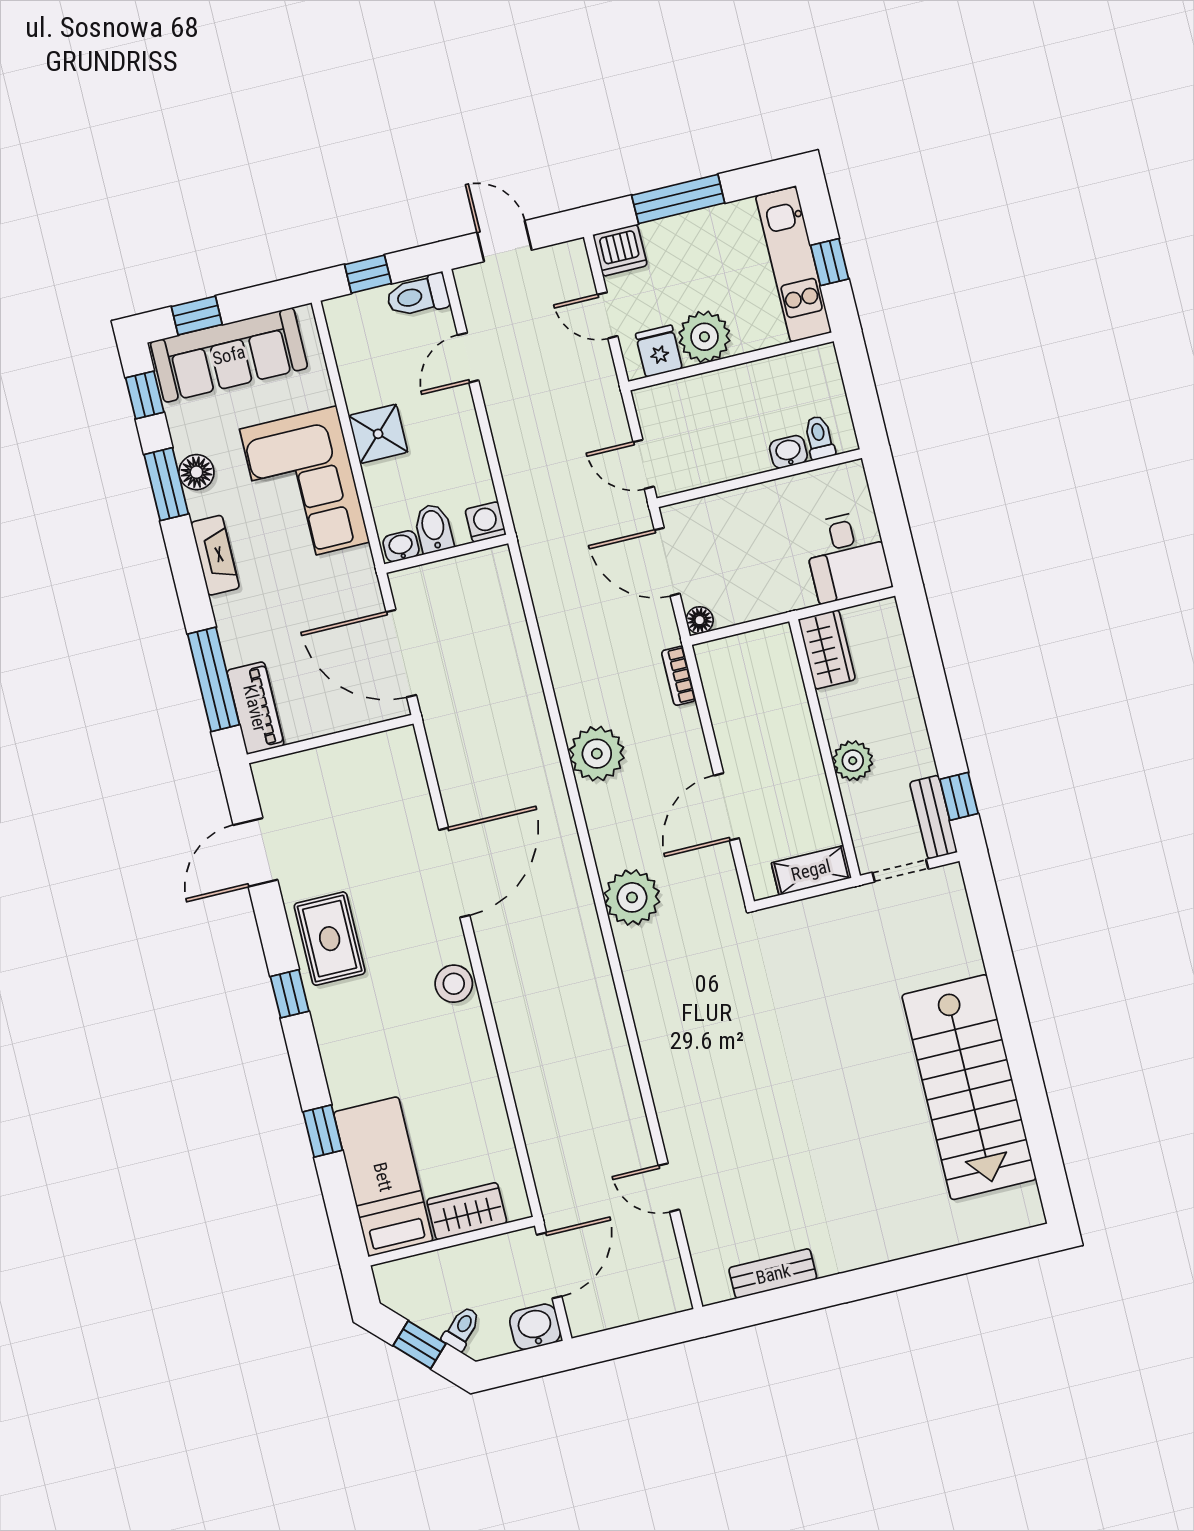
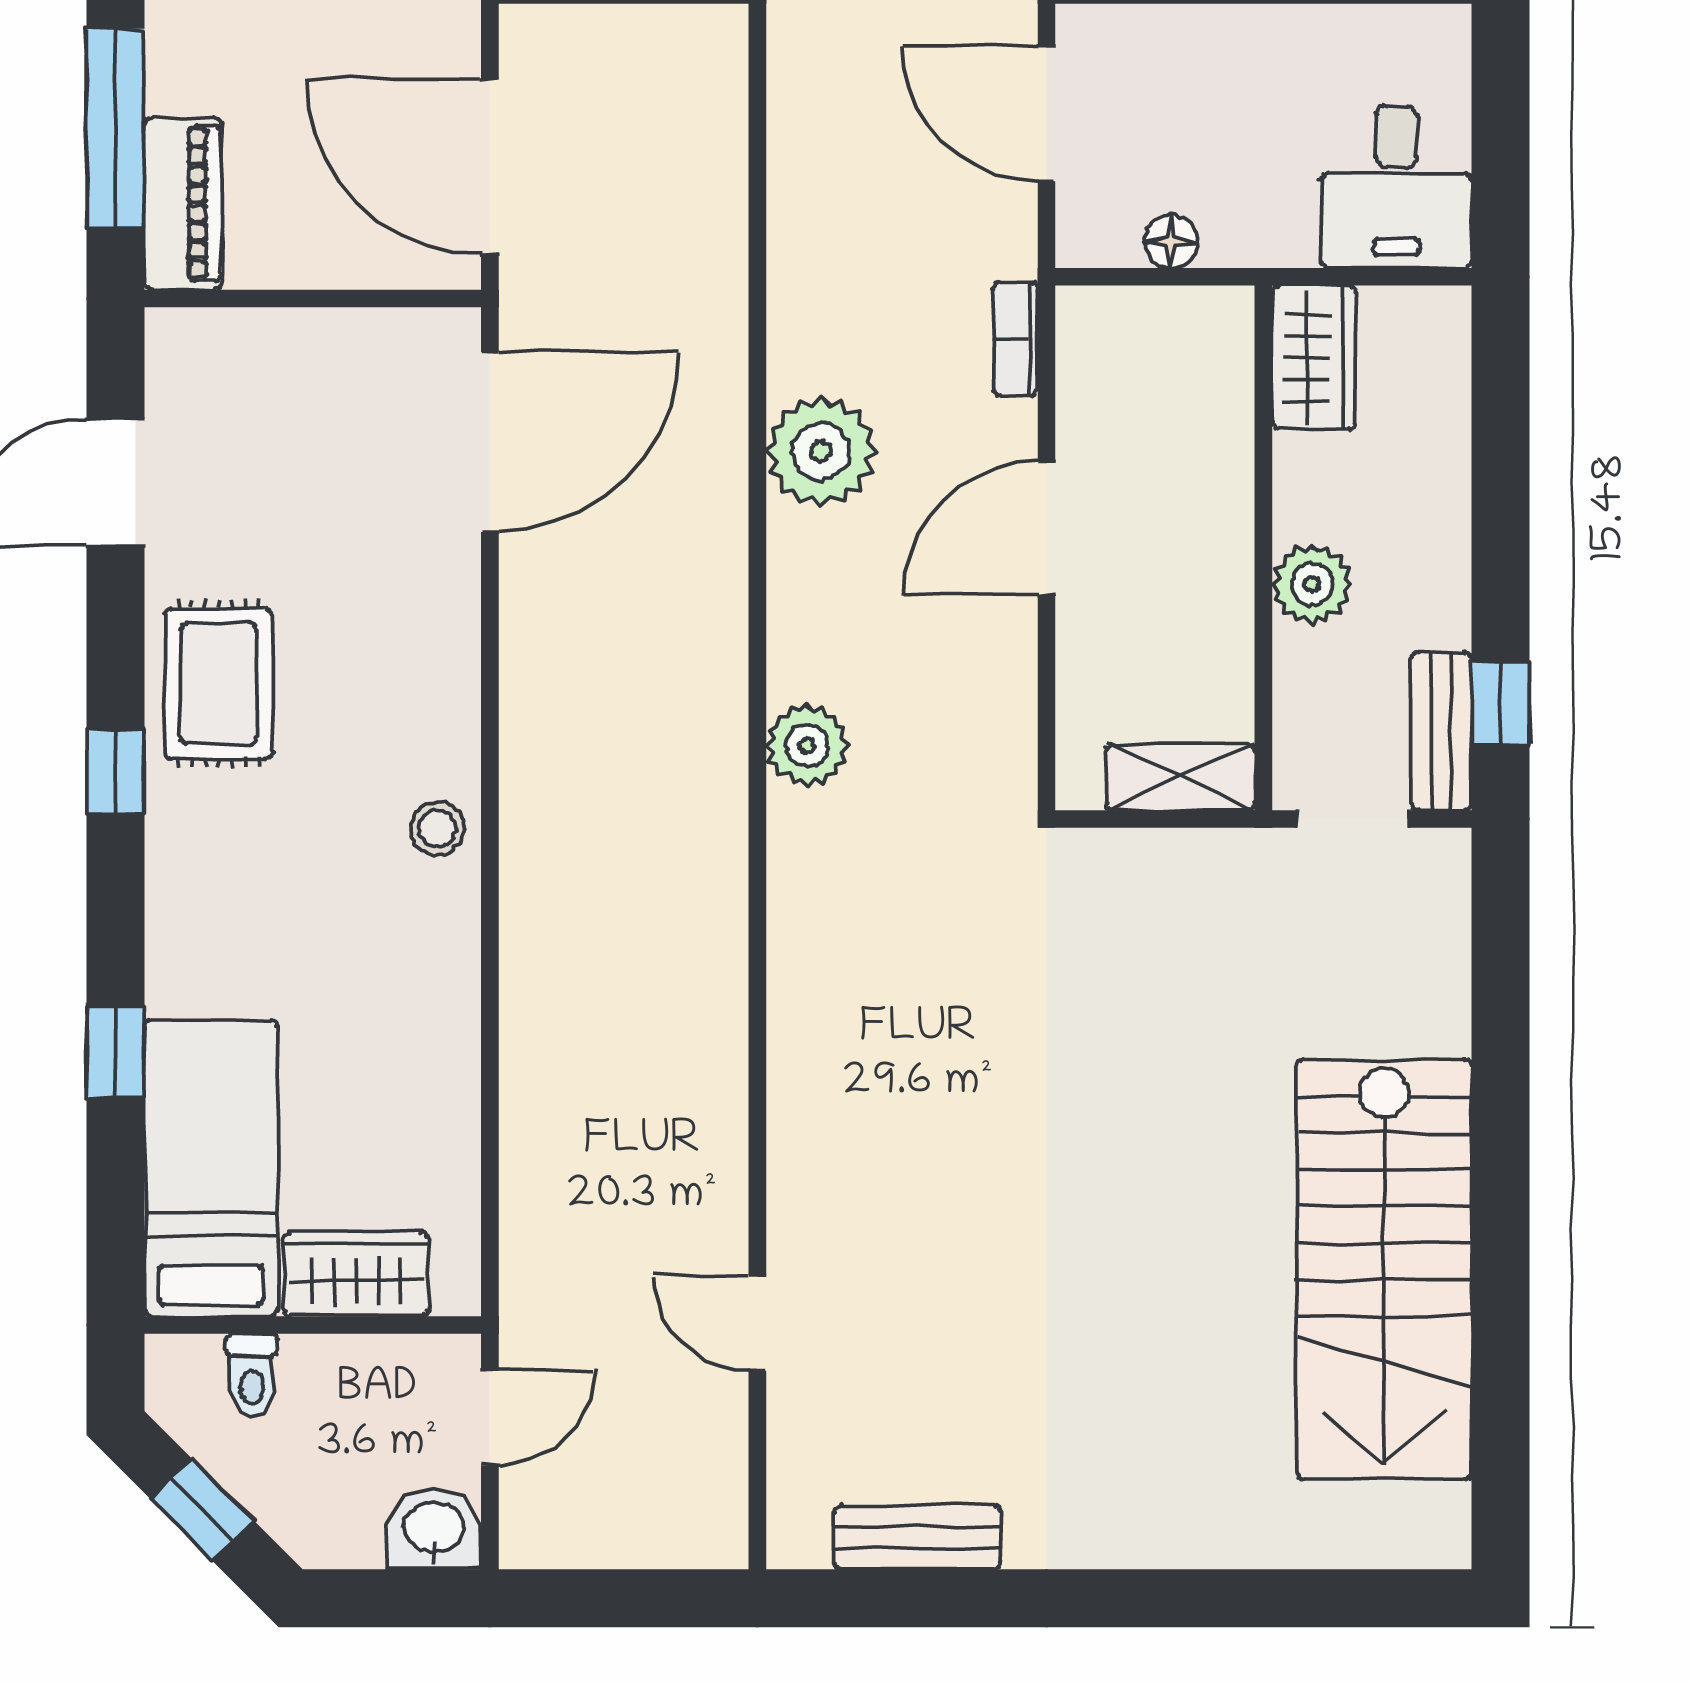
floor lamp: (700, 620) -> (1171, 241), moved
door: (726, 807) -> (1047, 528), moved
door: (454, 873) -> (490, 442), moved
plant: (632, 897) -> (807, 745), width x0.73, depth x0.73
stool: (454, 984) -> (437, 829), width x0.73, depth x0.73
door: (549, 1266) -> (490, 1418), width x0.73
toilet: (461, 1329) -> (252, 1375), moved, turned 135

